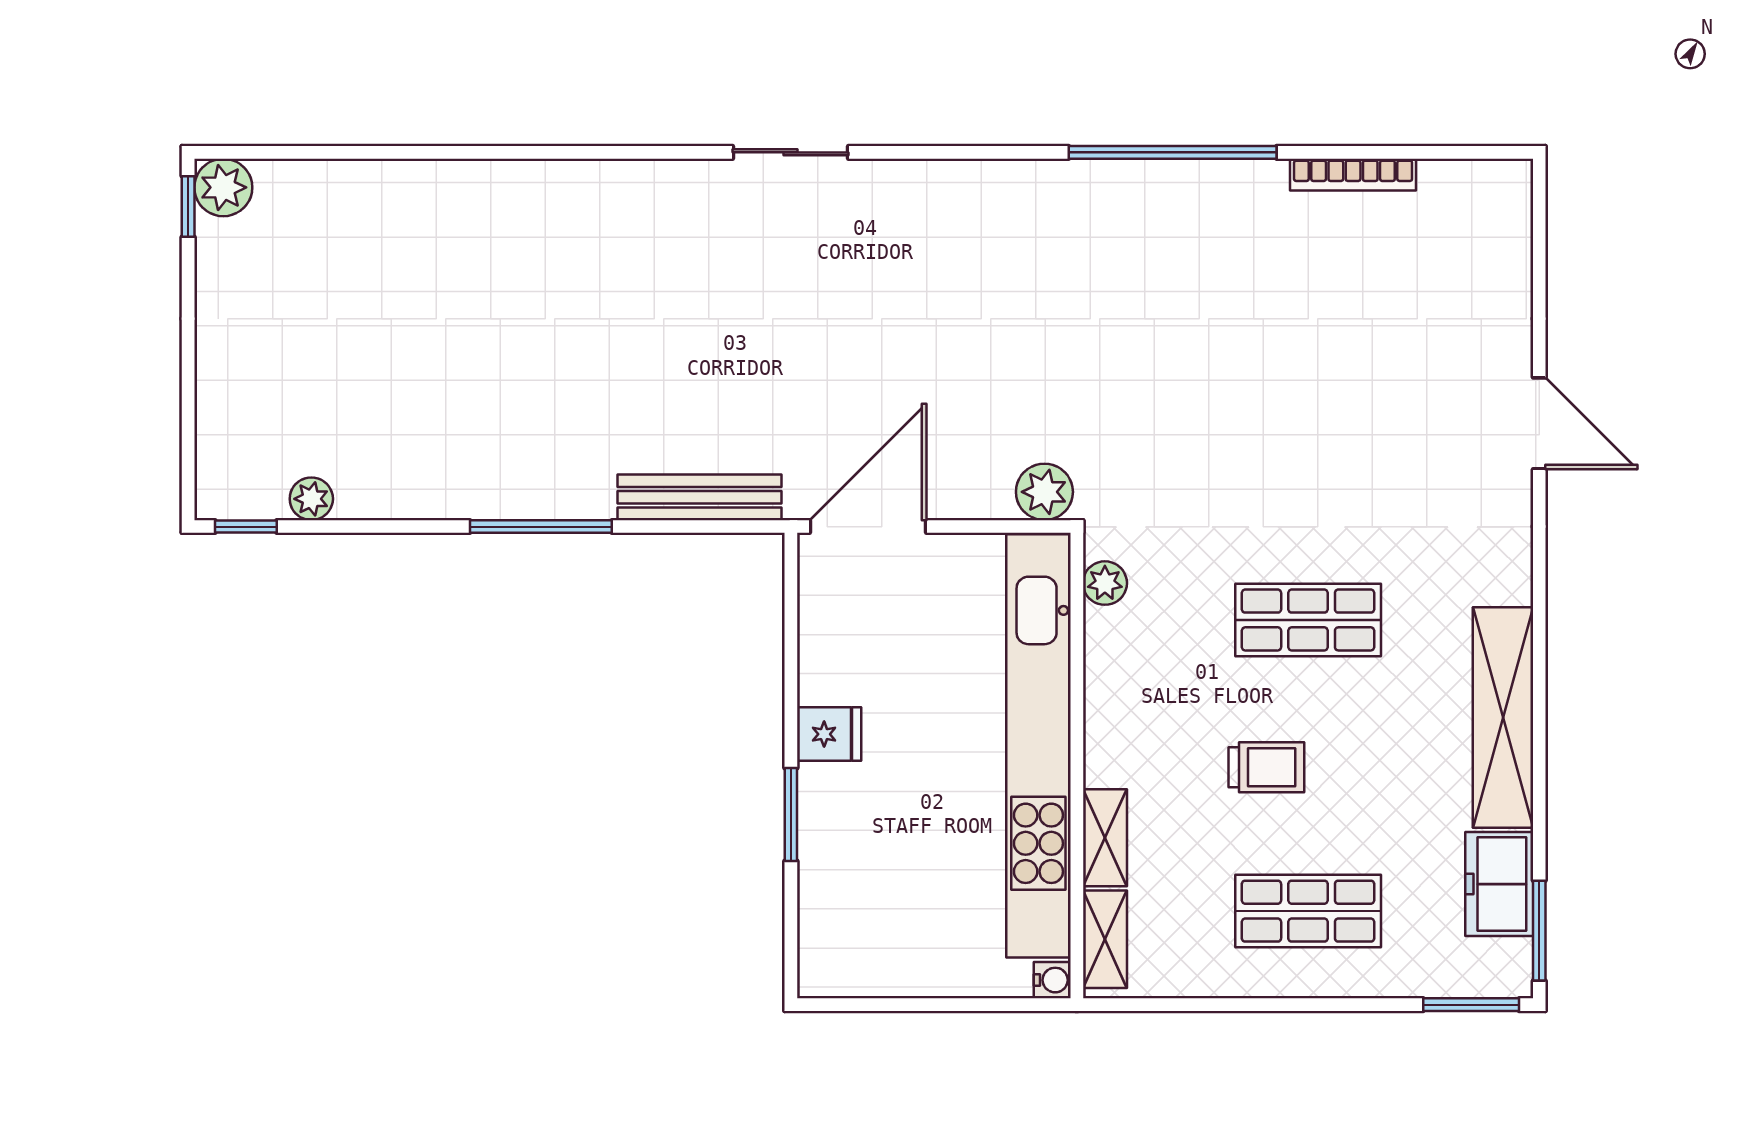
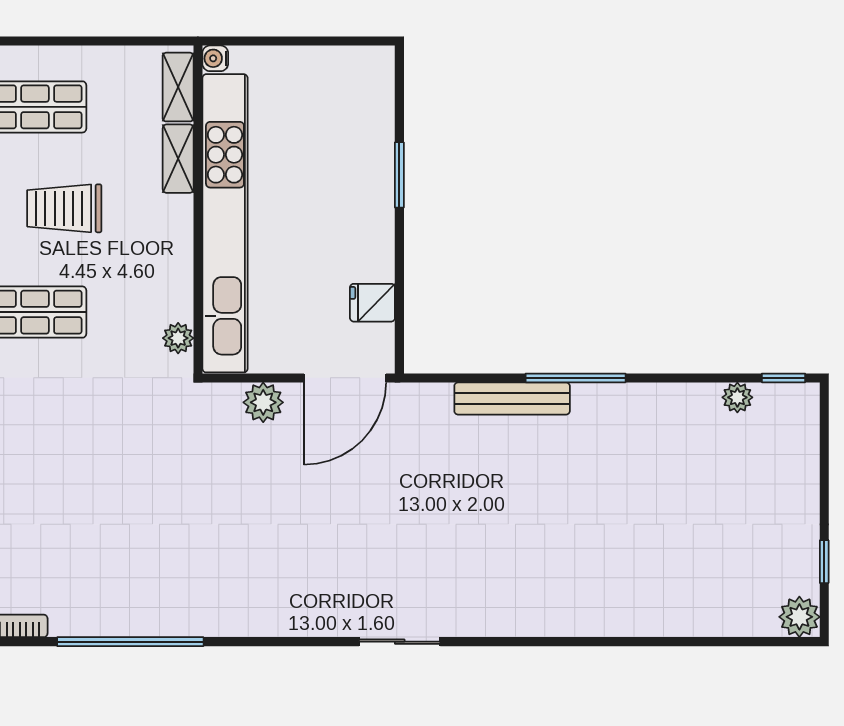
window: (188, 207) -> (824, 562), moved
plant: (1044, 492) -> (263, 402), moved
bench: (700, 497) -> (512, 399), moved
fridge: (829, 734) -> (372, 303), moved
trolley: (1266, 767) -> (64, 208), width x1.36, depth x1.39

